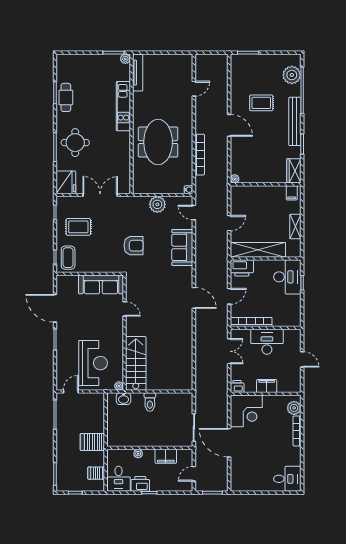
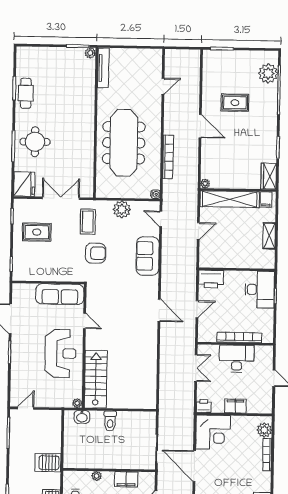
kitchen unit: (123, 106) -> (87, 104), removed
bench: (295, 121) -> (271, 123), removed
meeting table: (158, 142) -> (124, 143), width x1.36
shelving: (258, 250) -> (230, 199), moved
coffee table: (68, 258) -> (88, 222), moved
bookcase: (251, 322) -> (239, 337), moved
reception desk: (93, 363) -> (60, 353), moved

